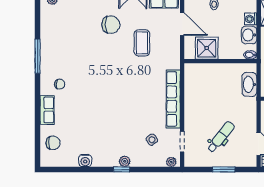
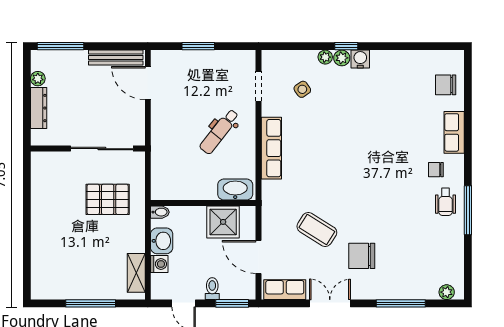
coffee table: (142, 43) -> (317, 229), turned -58
wheelchair: (53, 62) -> (445, 202), added
washbasin: (249, 84) -> (235, 189), moved, turned -90
row of seats: (173, 99) -> (271, 148), width x0.73
dental chair: (221, 137) -> (219, 132), moved
water cooler: (85, 161) -> (360, 59), moved
plant: (171, 162) -> (325, 57), moved

